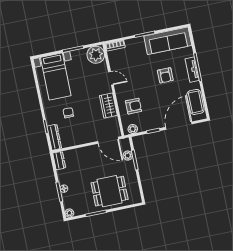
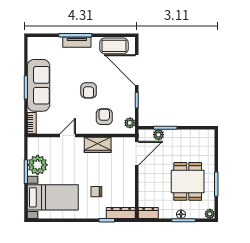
sofa: (168, 41) -> (39, 85), moved
plant: (96, 55) -> (38, 165), moved
armchair: (165, 75) -> (89, 90), moved, turned 90
dining table: (110, 191) -> (188, 181), moved

